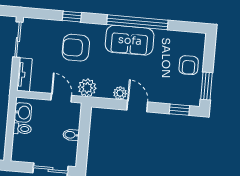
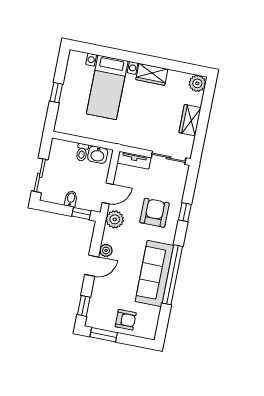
sofa: (130, 40) -> (154, 273), width x1.36
armchair: (189, 65) -> (126, 320), turned 180
window: (85, 123) -> (81, 213), added

